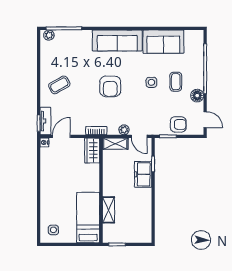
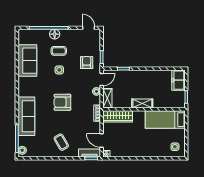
sofa: (117, 40) -> (26, 116), moved
armchair: (110, 86) -> (62, 102), turned 180
floor lamp: (197, 96) -> (55, 34), moved
door: (205, 120) -> (89, 28), hinge flipped
armchair: (178, 124) -> (87, 63), moved
wardrobe: (92, 151) -> (118, 116), width x1.50
freezer: (143, 174) -> (178, 80), moved, turned 90
shelving: (109, 210) -> (142, 104), moved

